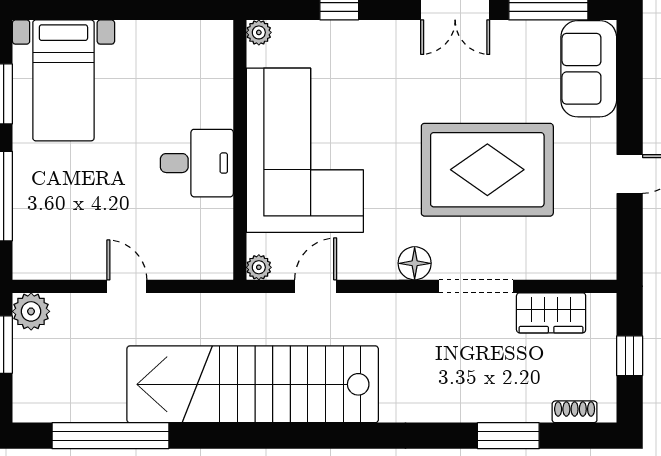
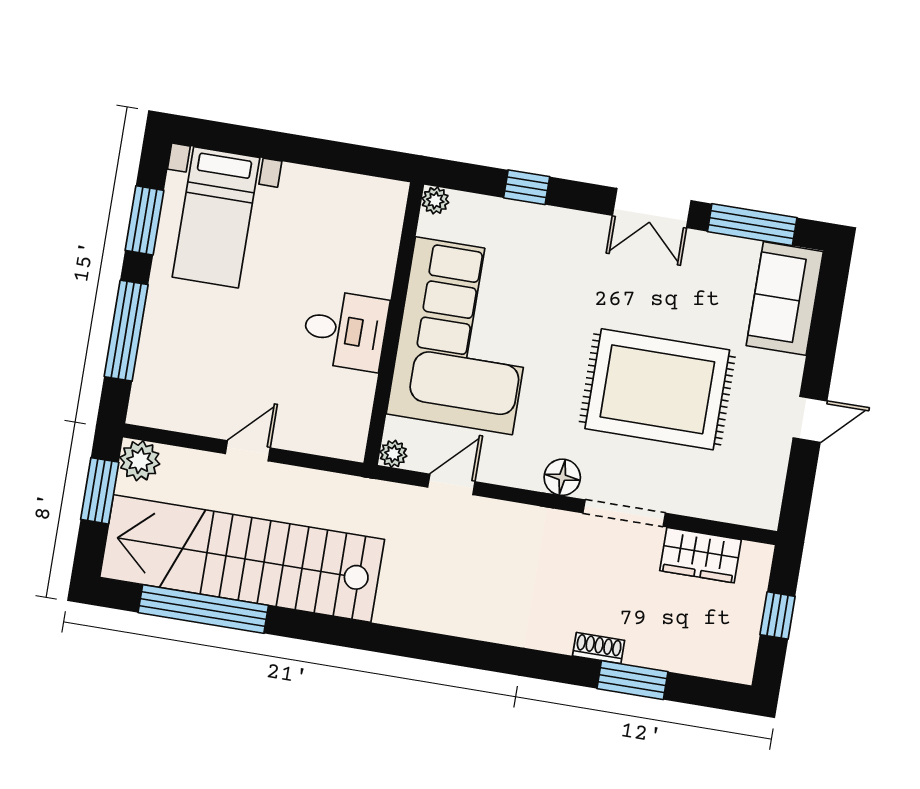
door: (127, 286) -> (248, 451), hinge flipped
stairs: (253, 384) -> (242, 558), moved
shoe rack: (575, 412) -> (599, 648), moved

